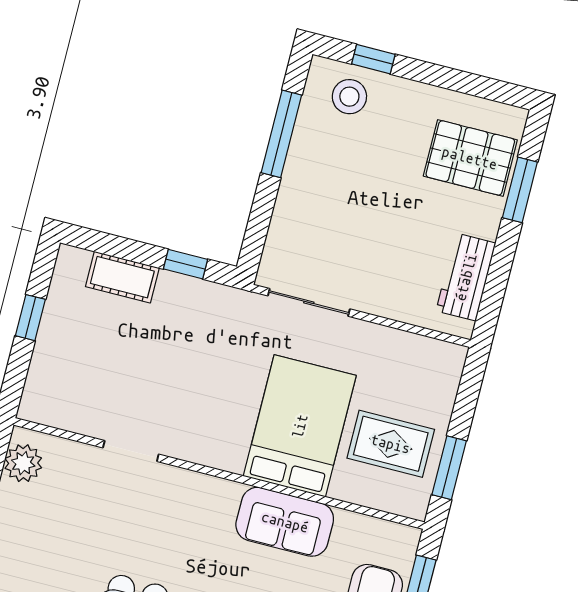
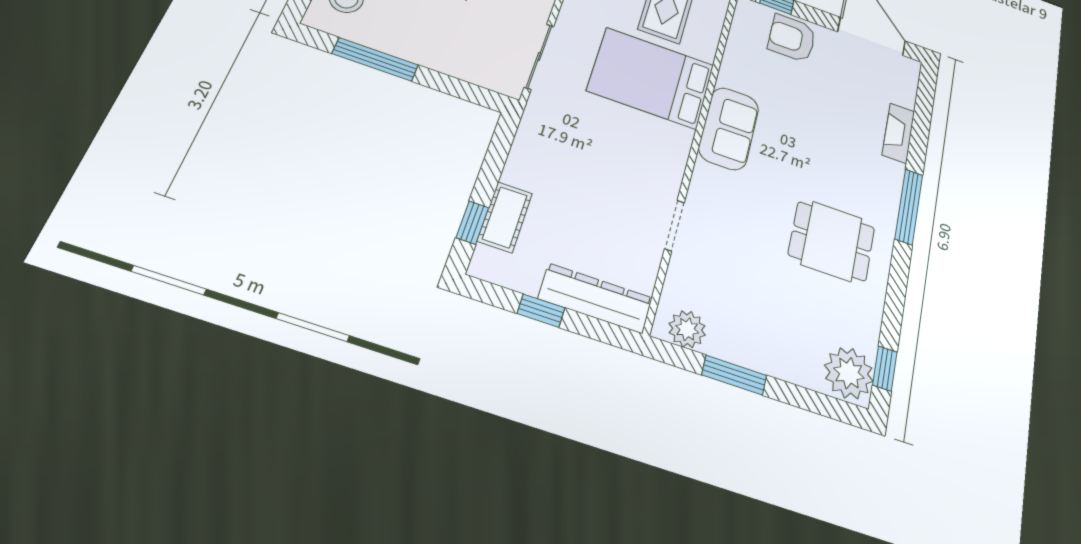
window: (185, 264) -> (472, 223), moved
dresser: (47, 371) -> (595, 298), added
sofa: (285, 522) -> (729, 128), moved

